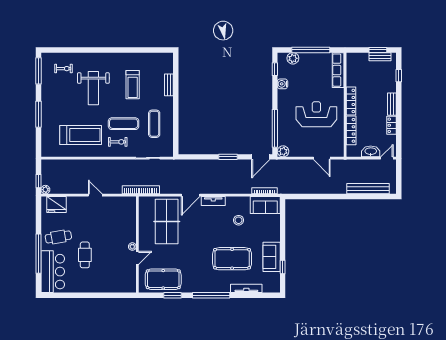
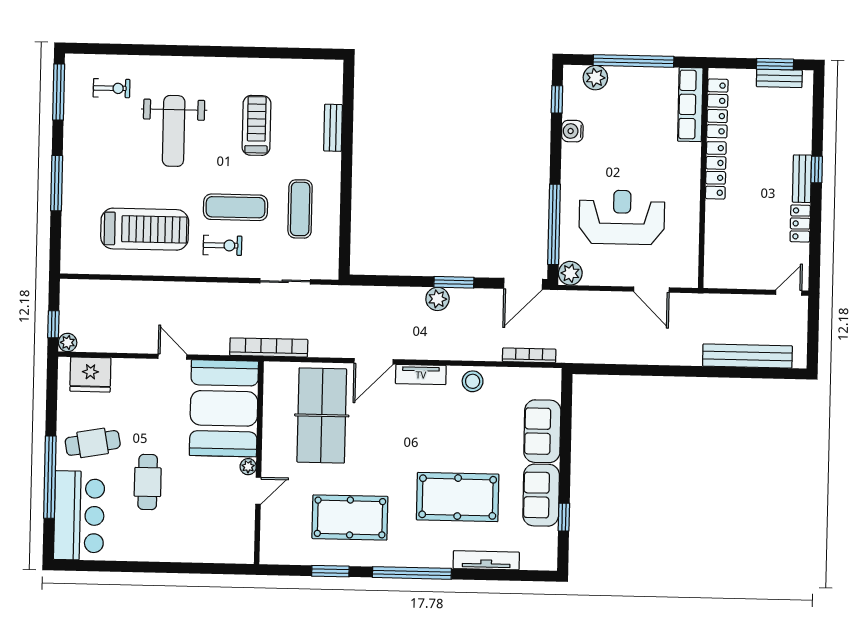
window: (399, 76) -> (817, 169), moved
treadmill: (133, 85) -> (257, 125), turned 180
reception desk: (316, 114) -> (622, 217), moved
locker: (351, 130) -> (717, 108), moved
washbasin: (371, 151) -> (755, 278), removed
plant: (220, 165) -> (437, 299), added
sofa: (265, 205) -> (542, 431), moved, turned 90
booth: (120, 219) -> (224, 408), added
stool: (239, 220) -> (473, 381), moved
pool table: (163, 279) -> (350, 517), moved

